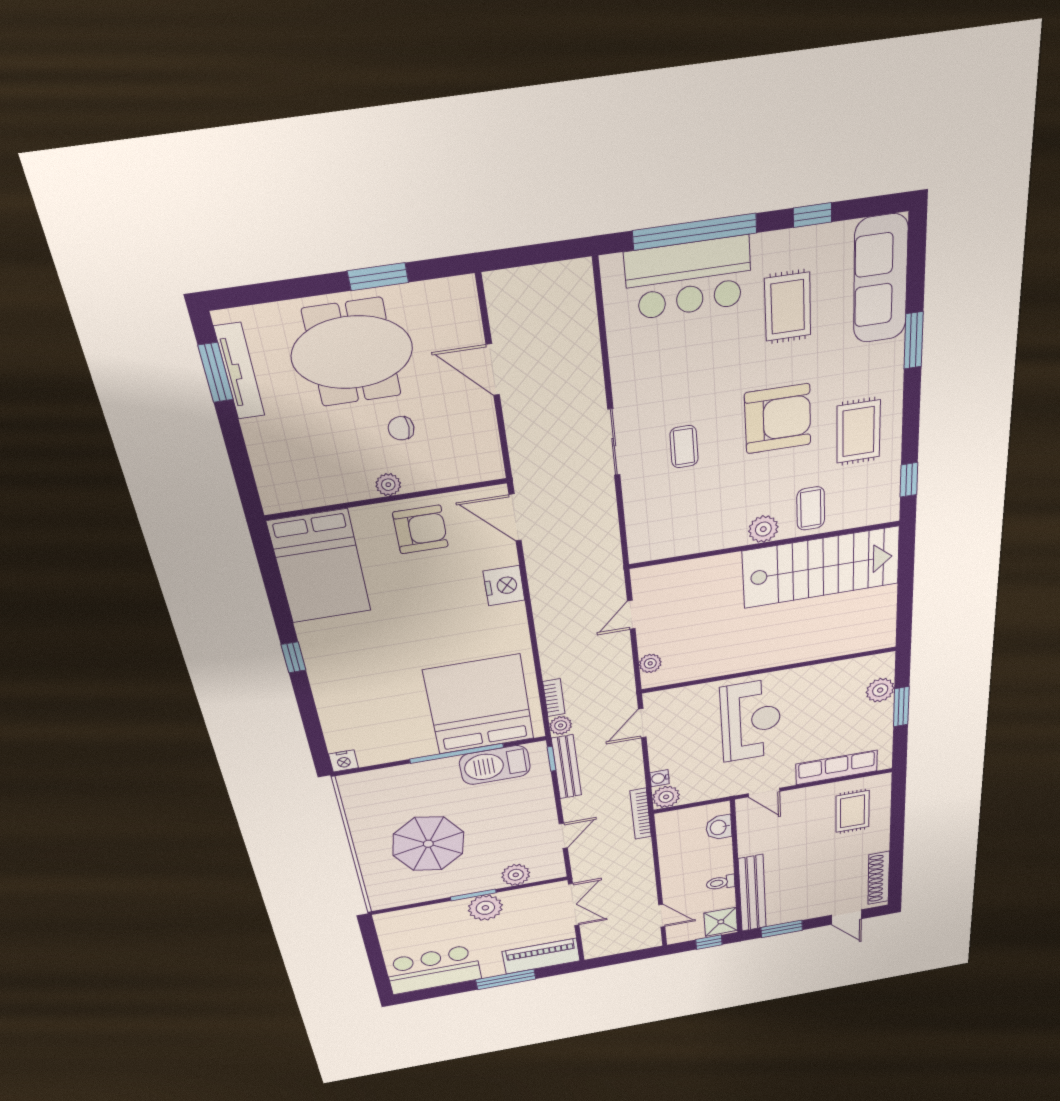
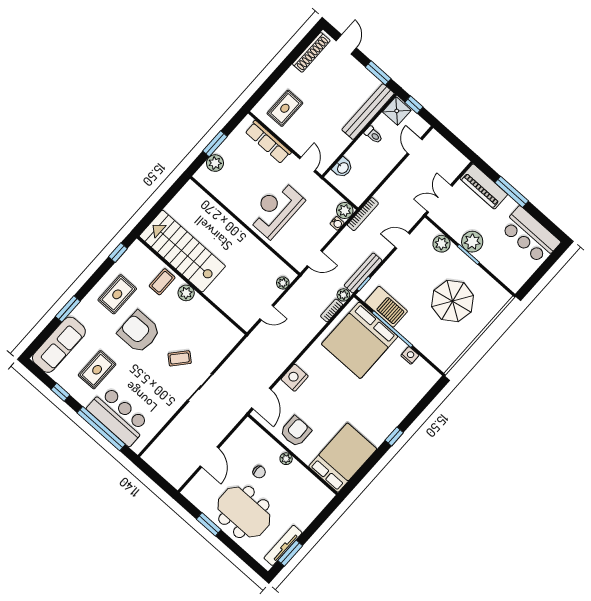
coffee table: (684, 447) -> (180, 358), turned 41
armchair: (420, 529) -> (296, 431), turned 90
nightstand: (344, 761) -> (410, 355), moved

